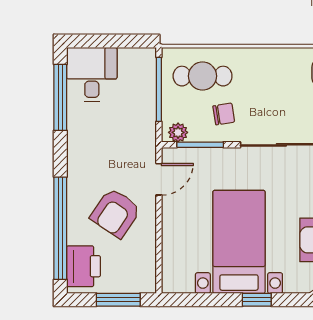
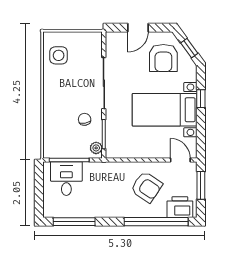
desk: (92, 75) -> (66, 179), moved, turned 90
cafe table: (203, 76) -> (61, 133), removed
door: (159, 179) -> (180, 160), moved

